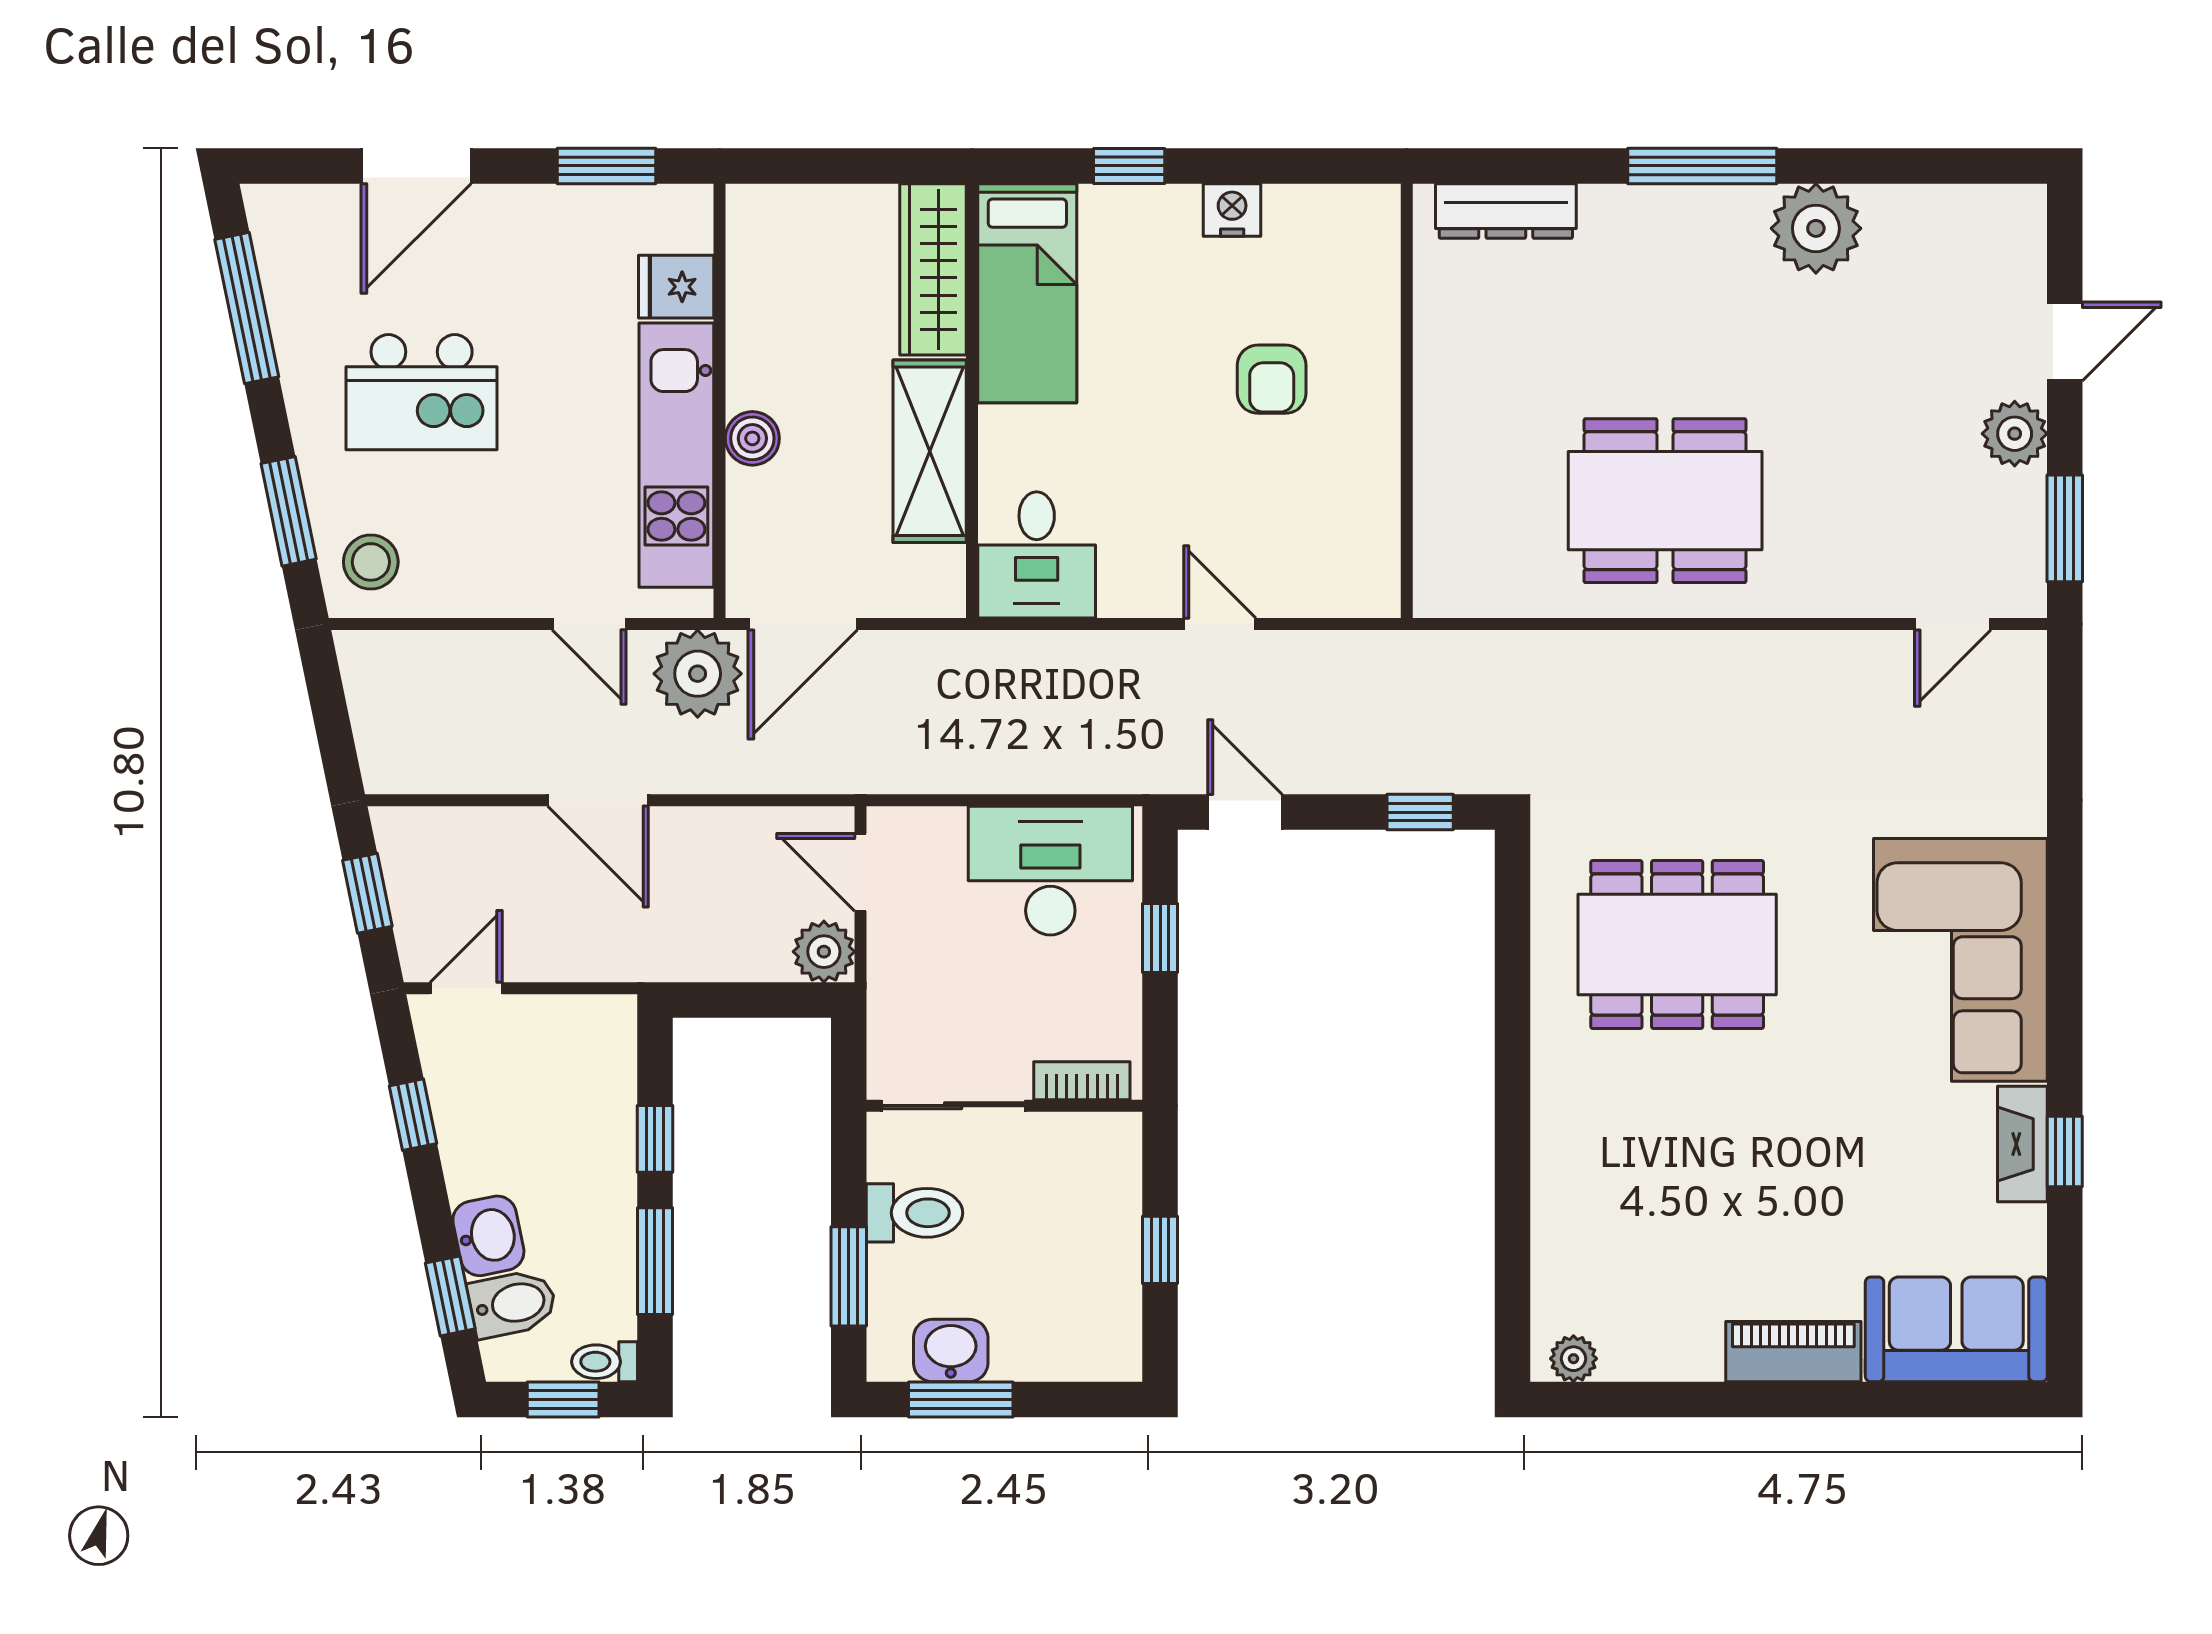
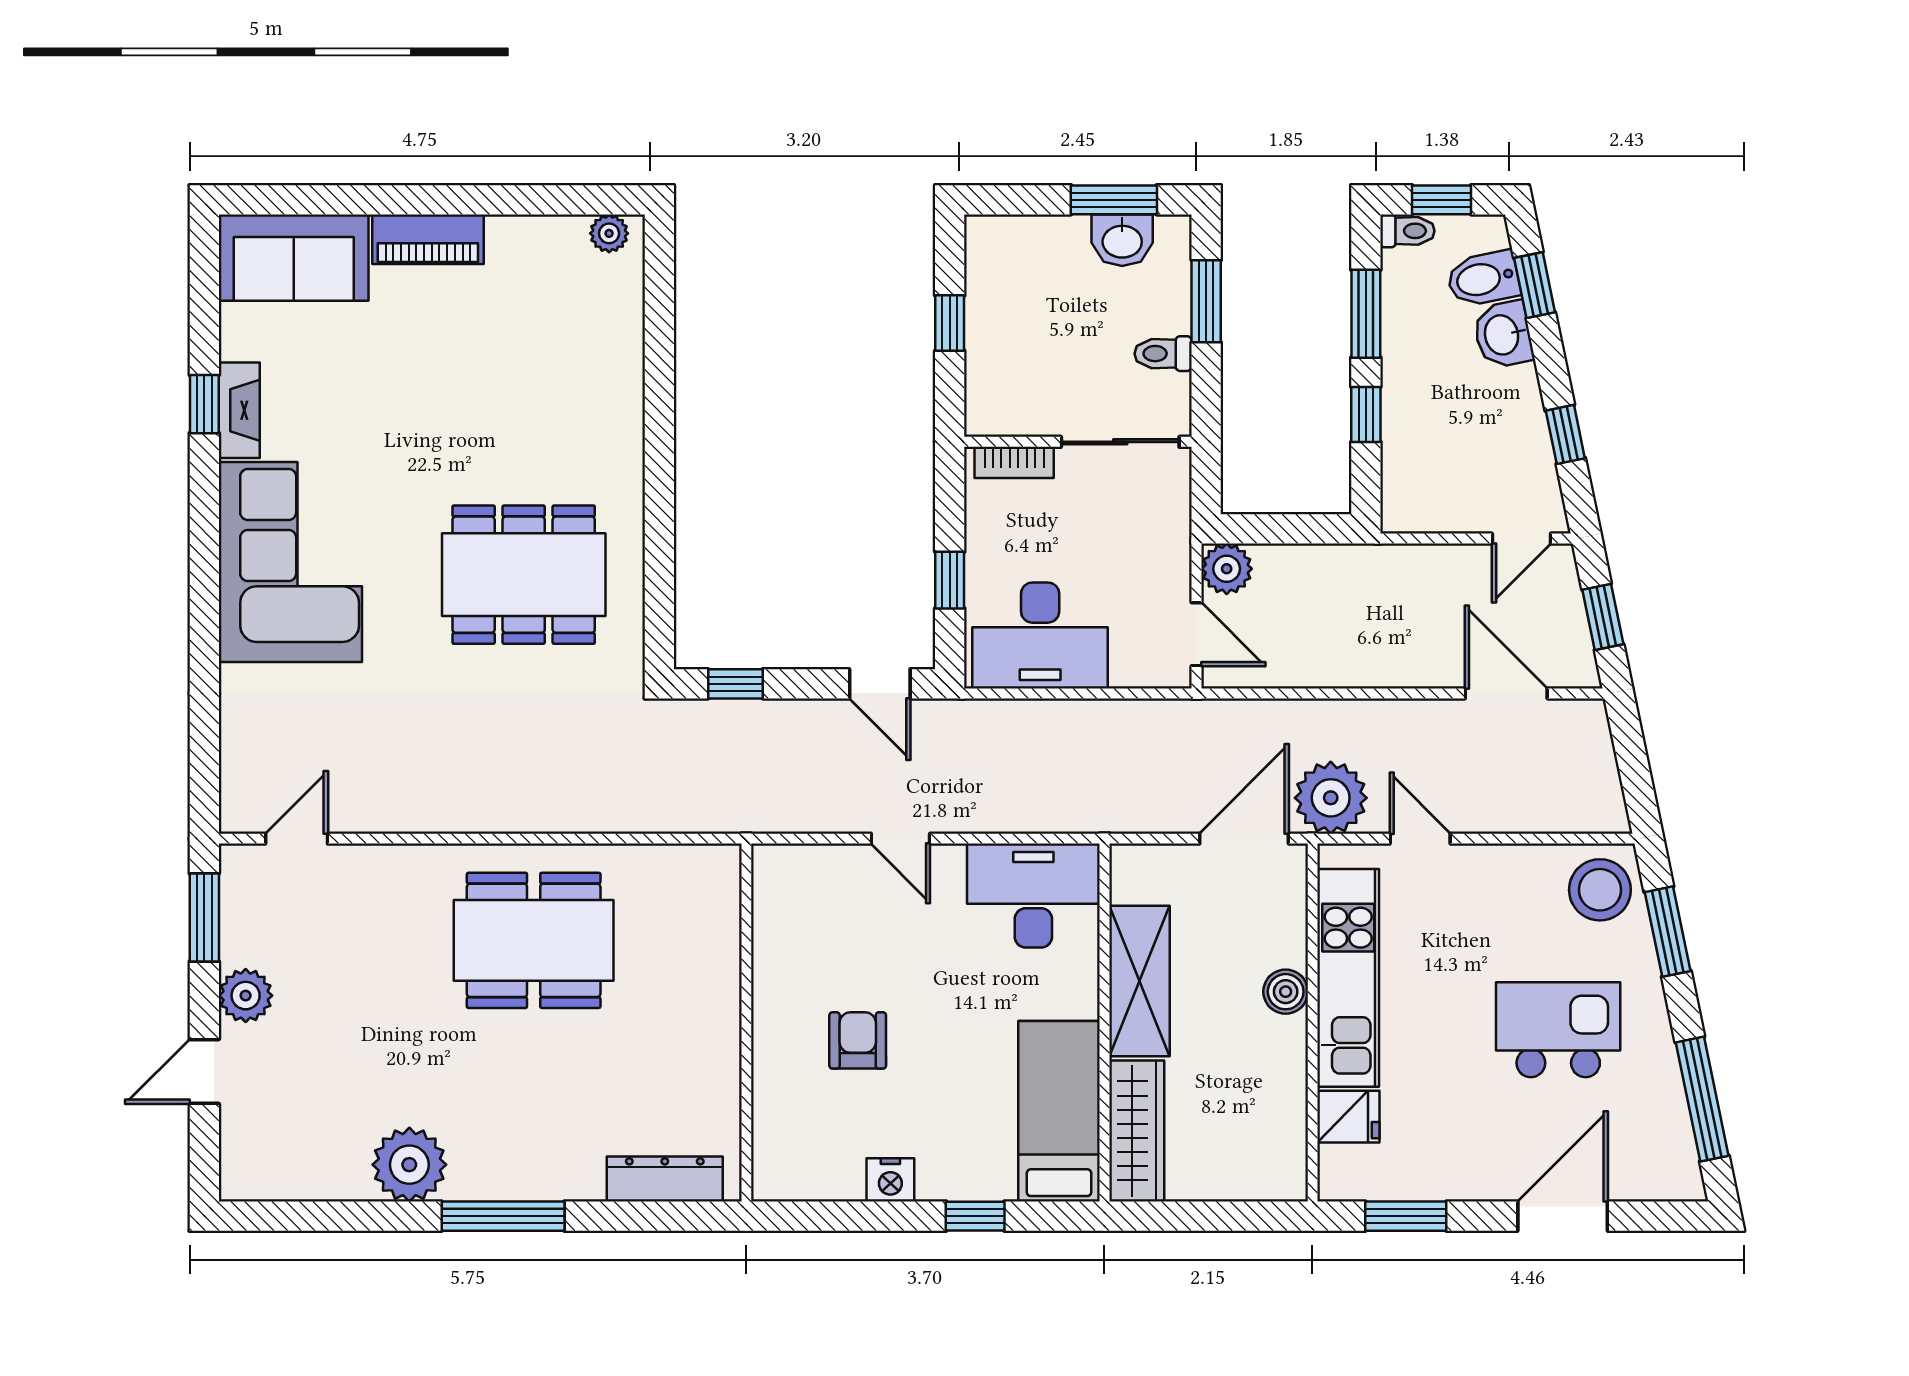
desk: (1037, 555) -> (1033, 896), width x1.37
stool: (371, 562) -> (1600, 890), width x1.38, depth x1.38
door: (598, 800) -> (1506, 693), moved
toilet: (914, 1213) -> (1163, 354), width x0.73, depth x0.72

